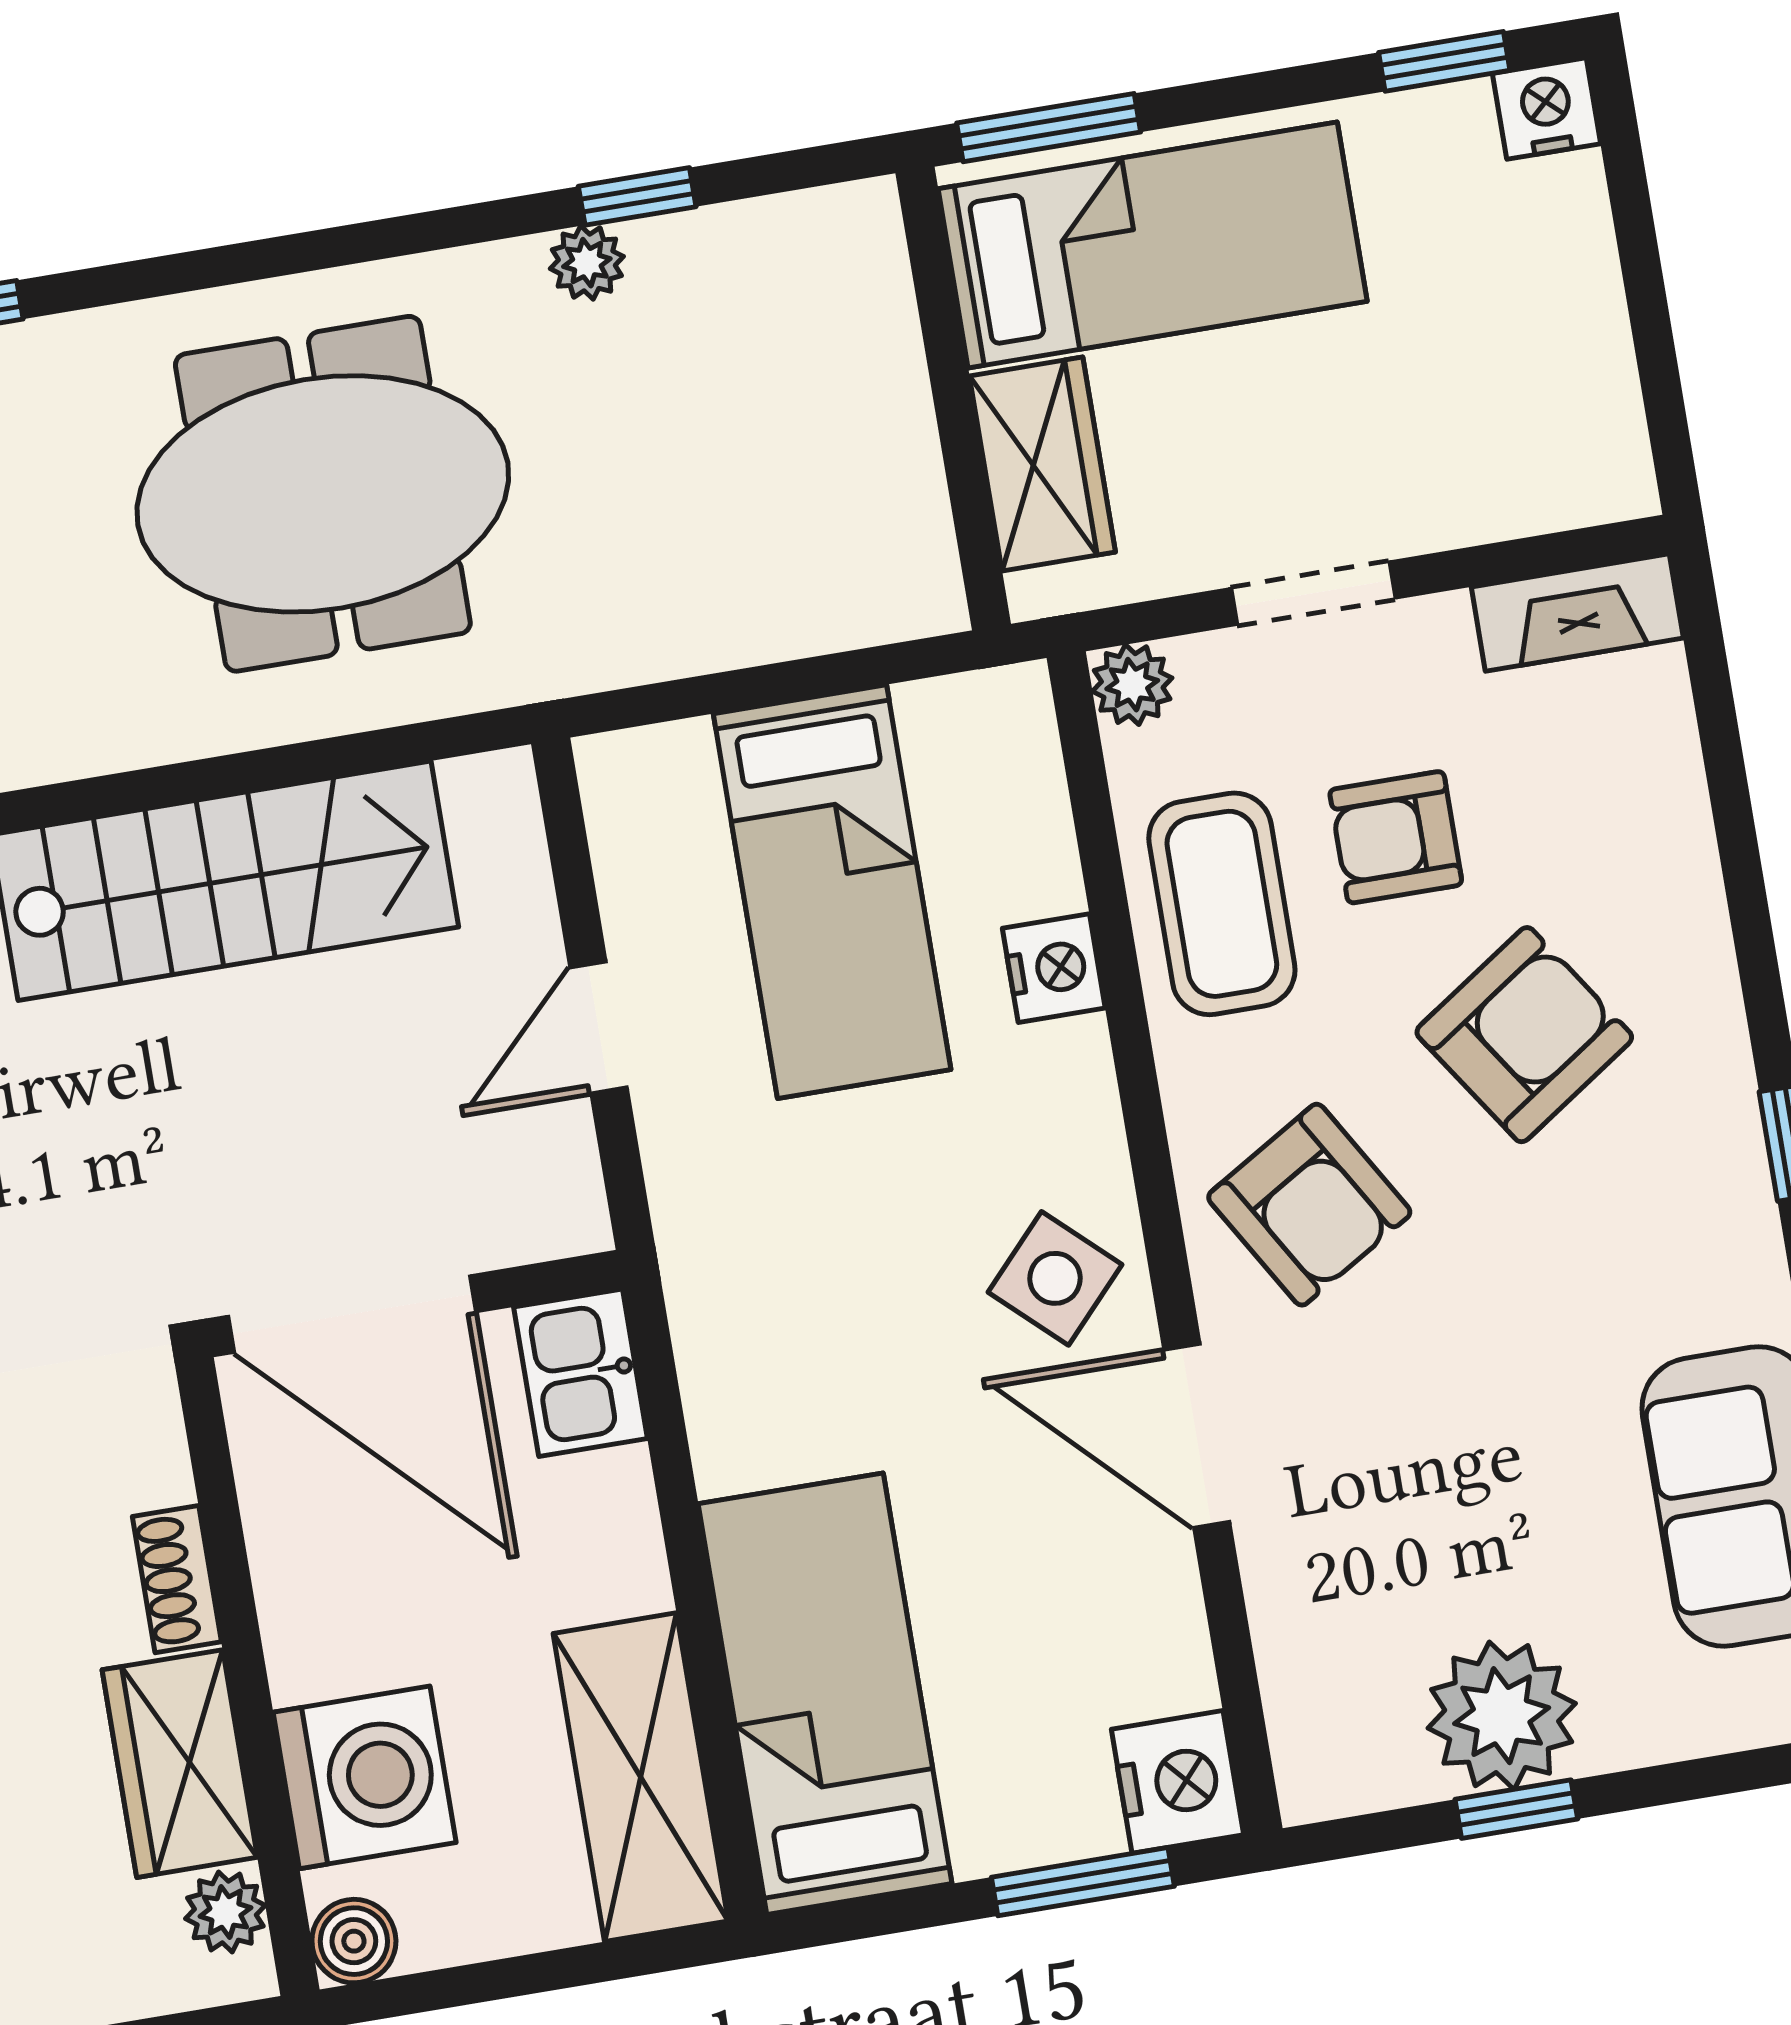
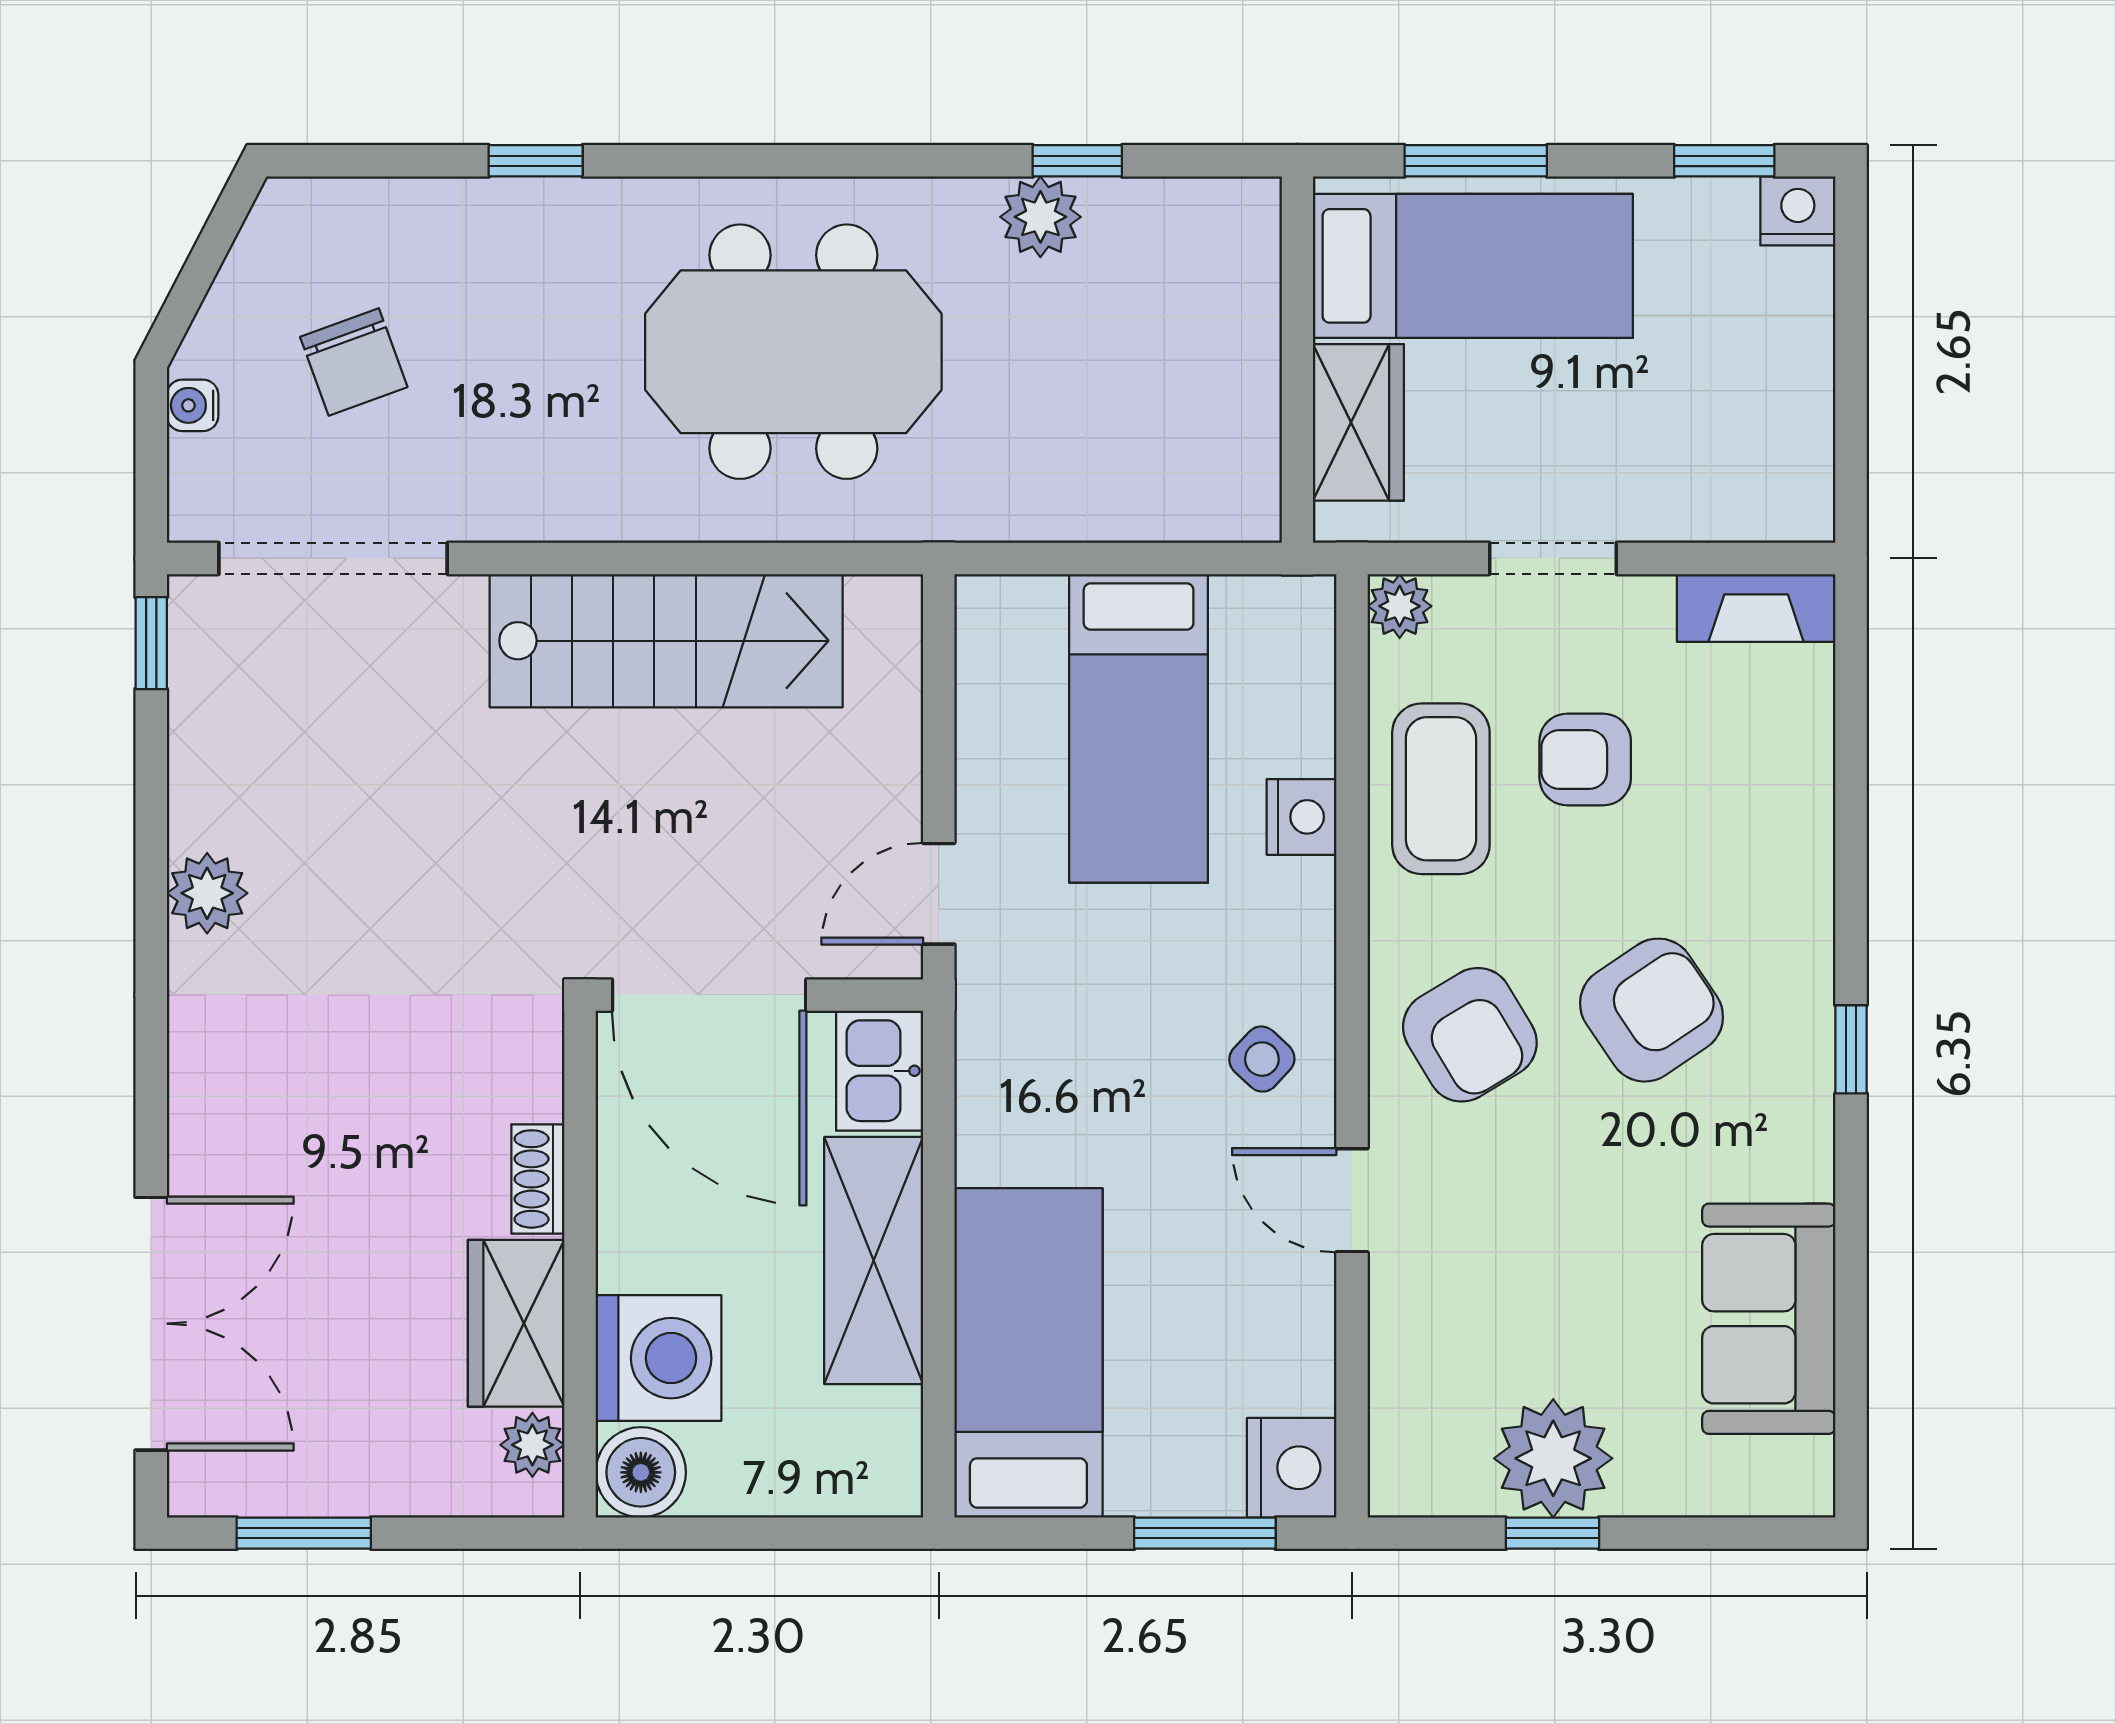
window: (1049, 128) -> (1476, 161), moved
plant: (587, 263) -> (1040, 217), width x1.38, depth x1.38
door: (599, 1028) -> (939, 894), moved
armchair: (1524, 1035) -> (1652, 1010), moved
side table: (1055, 1278) -> (1262, 1059), width x0.73, depth x0.73
door: (1197, 1436) -> (1352, 1200), width x0.73
shelving: (641, 1777) -> (874, 1261), moved
boiler: (354, 1941) -> (641, 1472), width x1.36, depth x1.36

